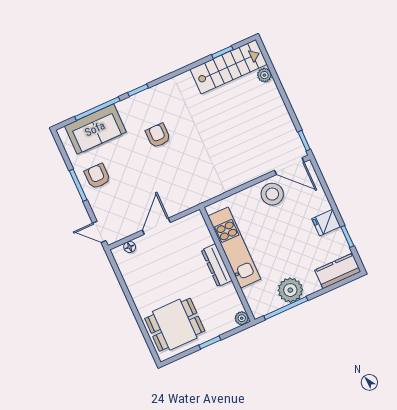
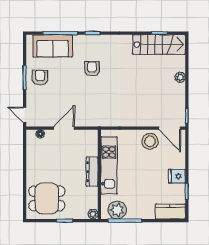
plant: (264, 75) -> (180, 77), moved
plant: (290, 290) -> (117, 210), moved

